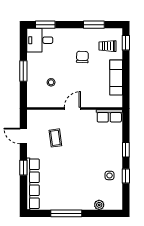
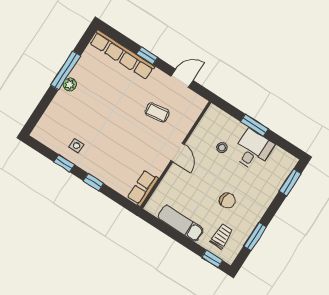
desk: (40, 40) -> (253, 150), moved
plant: (99, 205) -> (70, 85), moved

